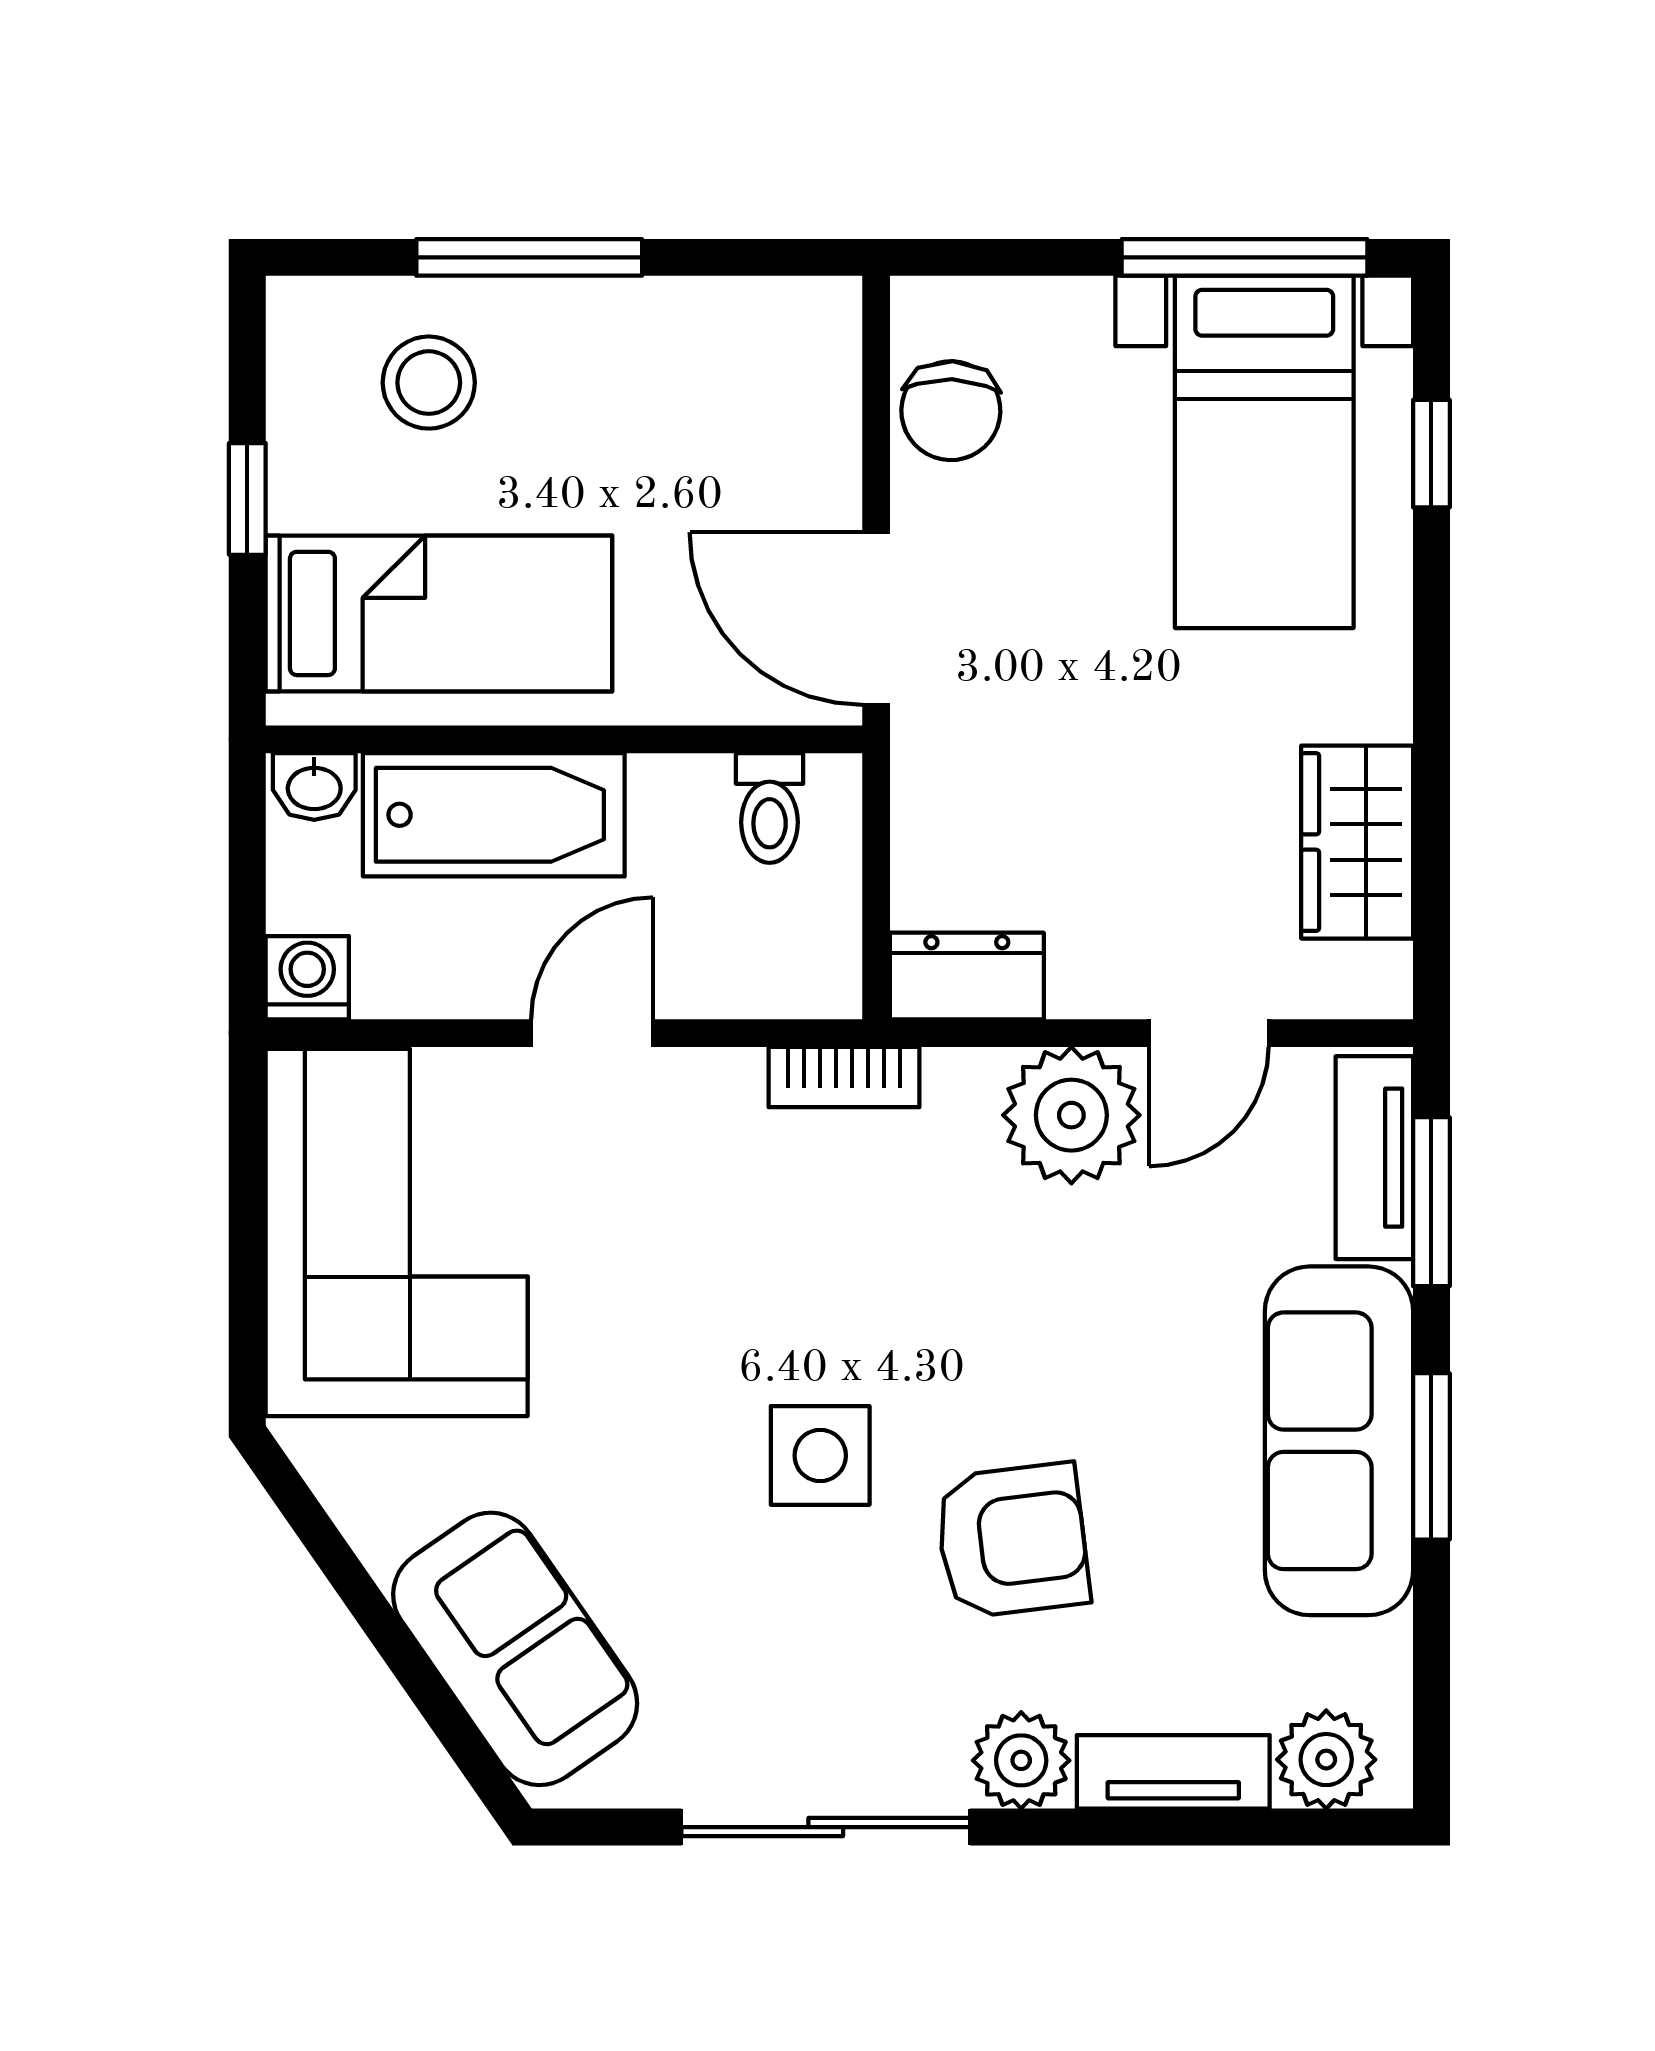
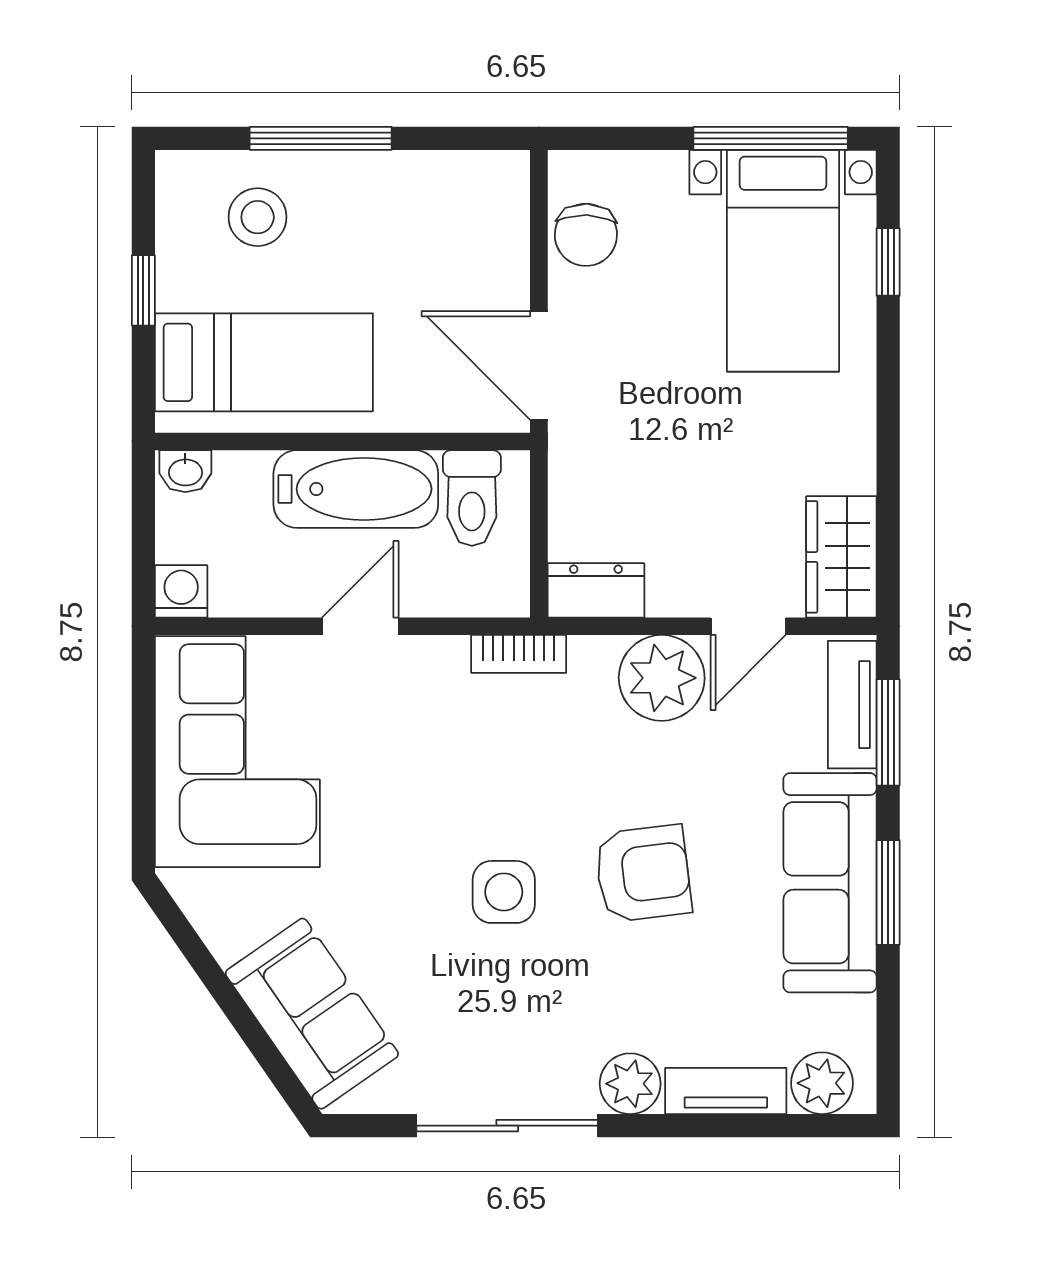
toilet: (770, 808) -> (472, 498), width x1.37, depth x1.39
bathtub: (494, 815) -> (356, 489), moved
wardrobe: (1357, 842) -> (841, 557), moved
armchair: (1012, 1540) -> (643, 873), moved

